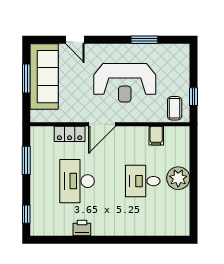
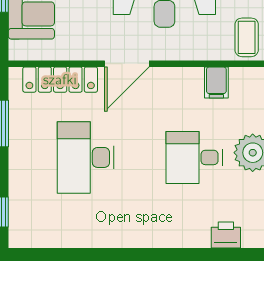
locker: (70, 134) -> (60, 80), width x1.53
printer: (82, 228) -> (226, 235), moved

